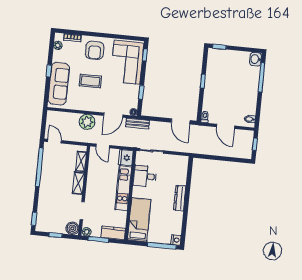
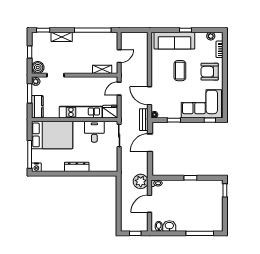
washbasin: (256, 59) -> (169, 226), moved
door: (181, 121) -> (150, 143), moved
plant: (87, 122) -> (141, 181), moved
door: (54, 141) -> (119, 56), moved
shelving: (78, 183) -> (62, 37), moved
bed: (139, 220) -> (52, 135), width x1.50

